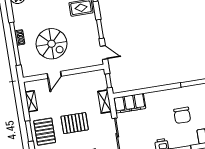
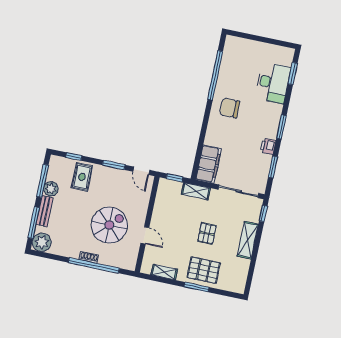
door: (104, 52) -> (141, 171), swing flipped
chair: (182, 115) -> (230, 108), moved, turned 180
pallet: (75, 123) -> (207, 233), width x0.67, depth x0.71

